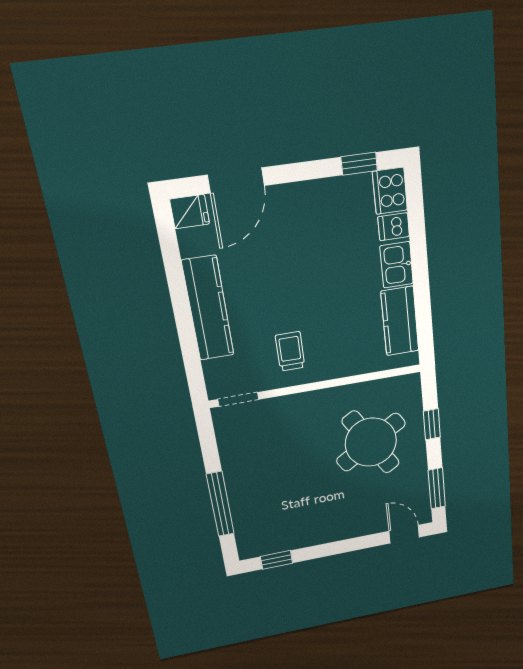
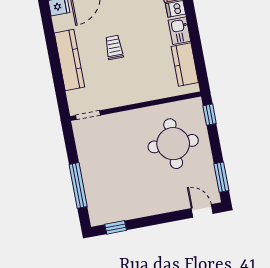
trolley: (290, 351) -> (114, 47), moved
window: (432, 424) -> (210, 115), moved
round table: (371, 442) -> (173, 144), turned 32

